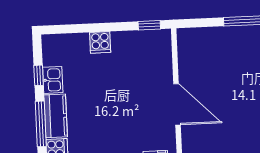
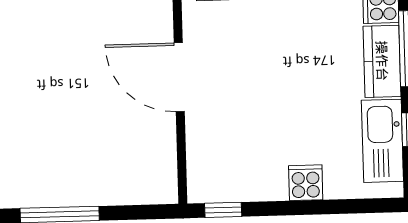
kitchen sink: (53, 80) -> (382, 141), width x1.87, depth x1.24

